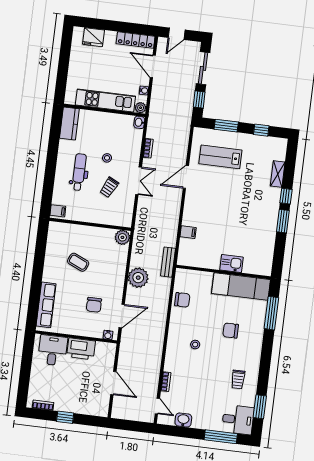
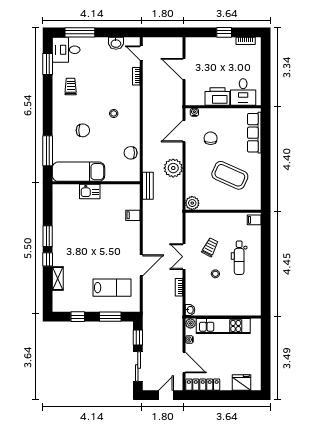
kitchen counter: (69, 123) -> (254, 301), removed
coffee table: (78, 262) -> (230, 175), width x1.86, depth x1.72

